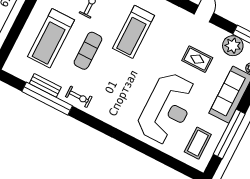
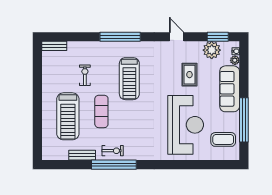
rug: (197, 59) -> (189, 75), turned 90
window: (47, 99) -> (114, 165), moved
coffee table: (198, 143) -> (223, 139), turned 90

